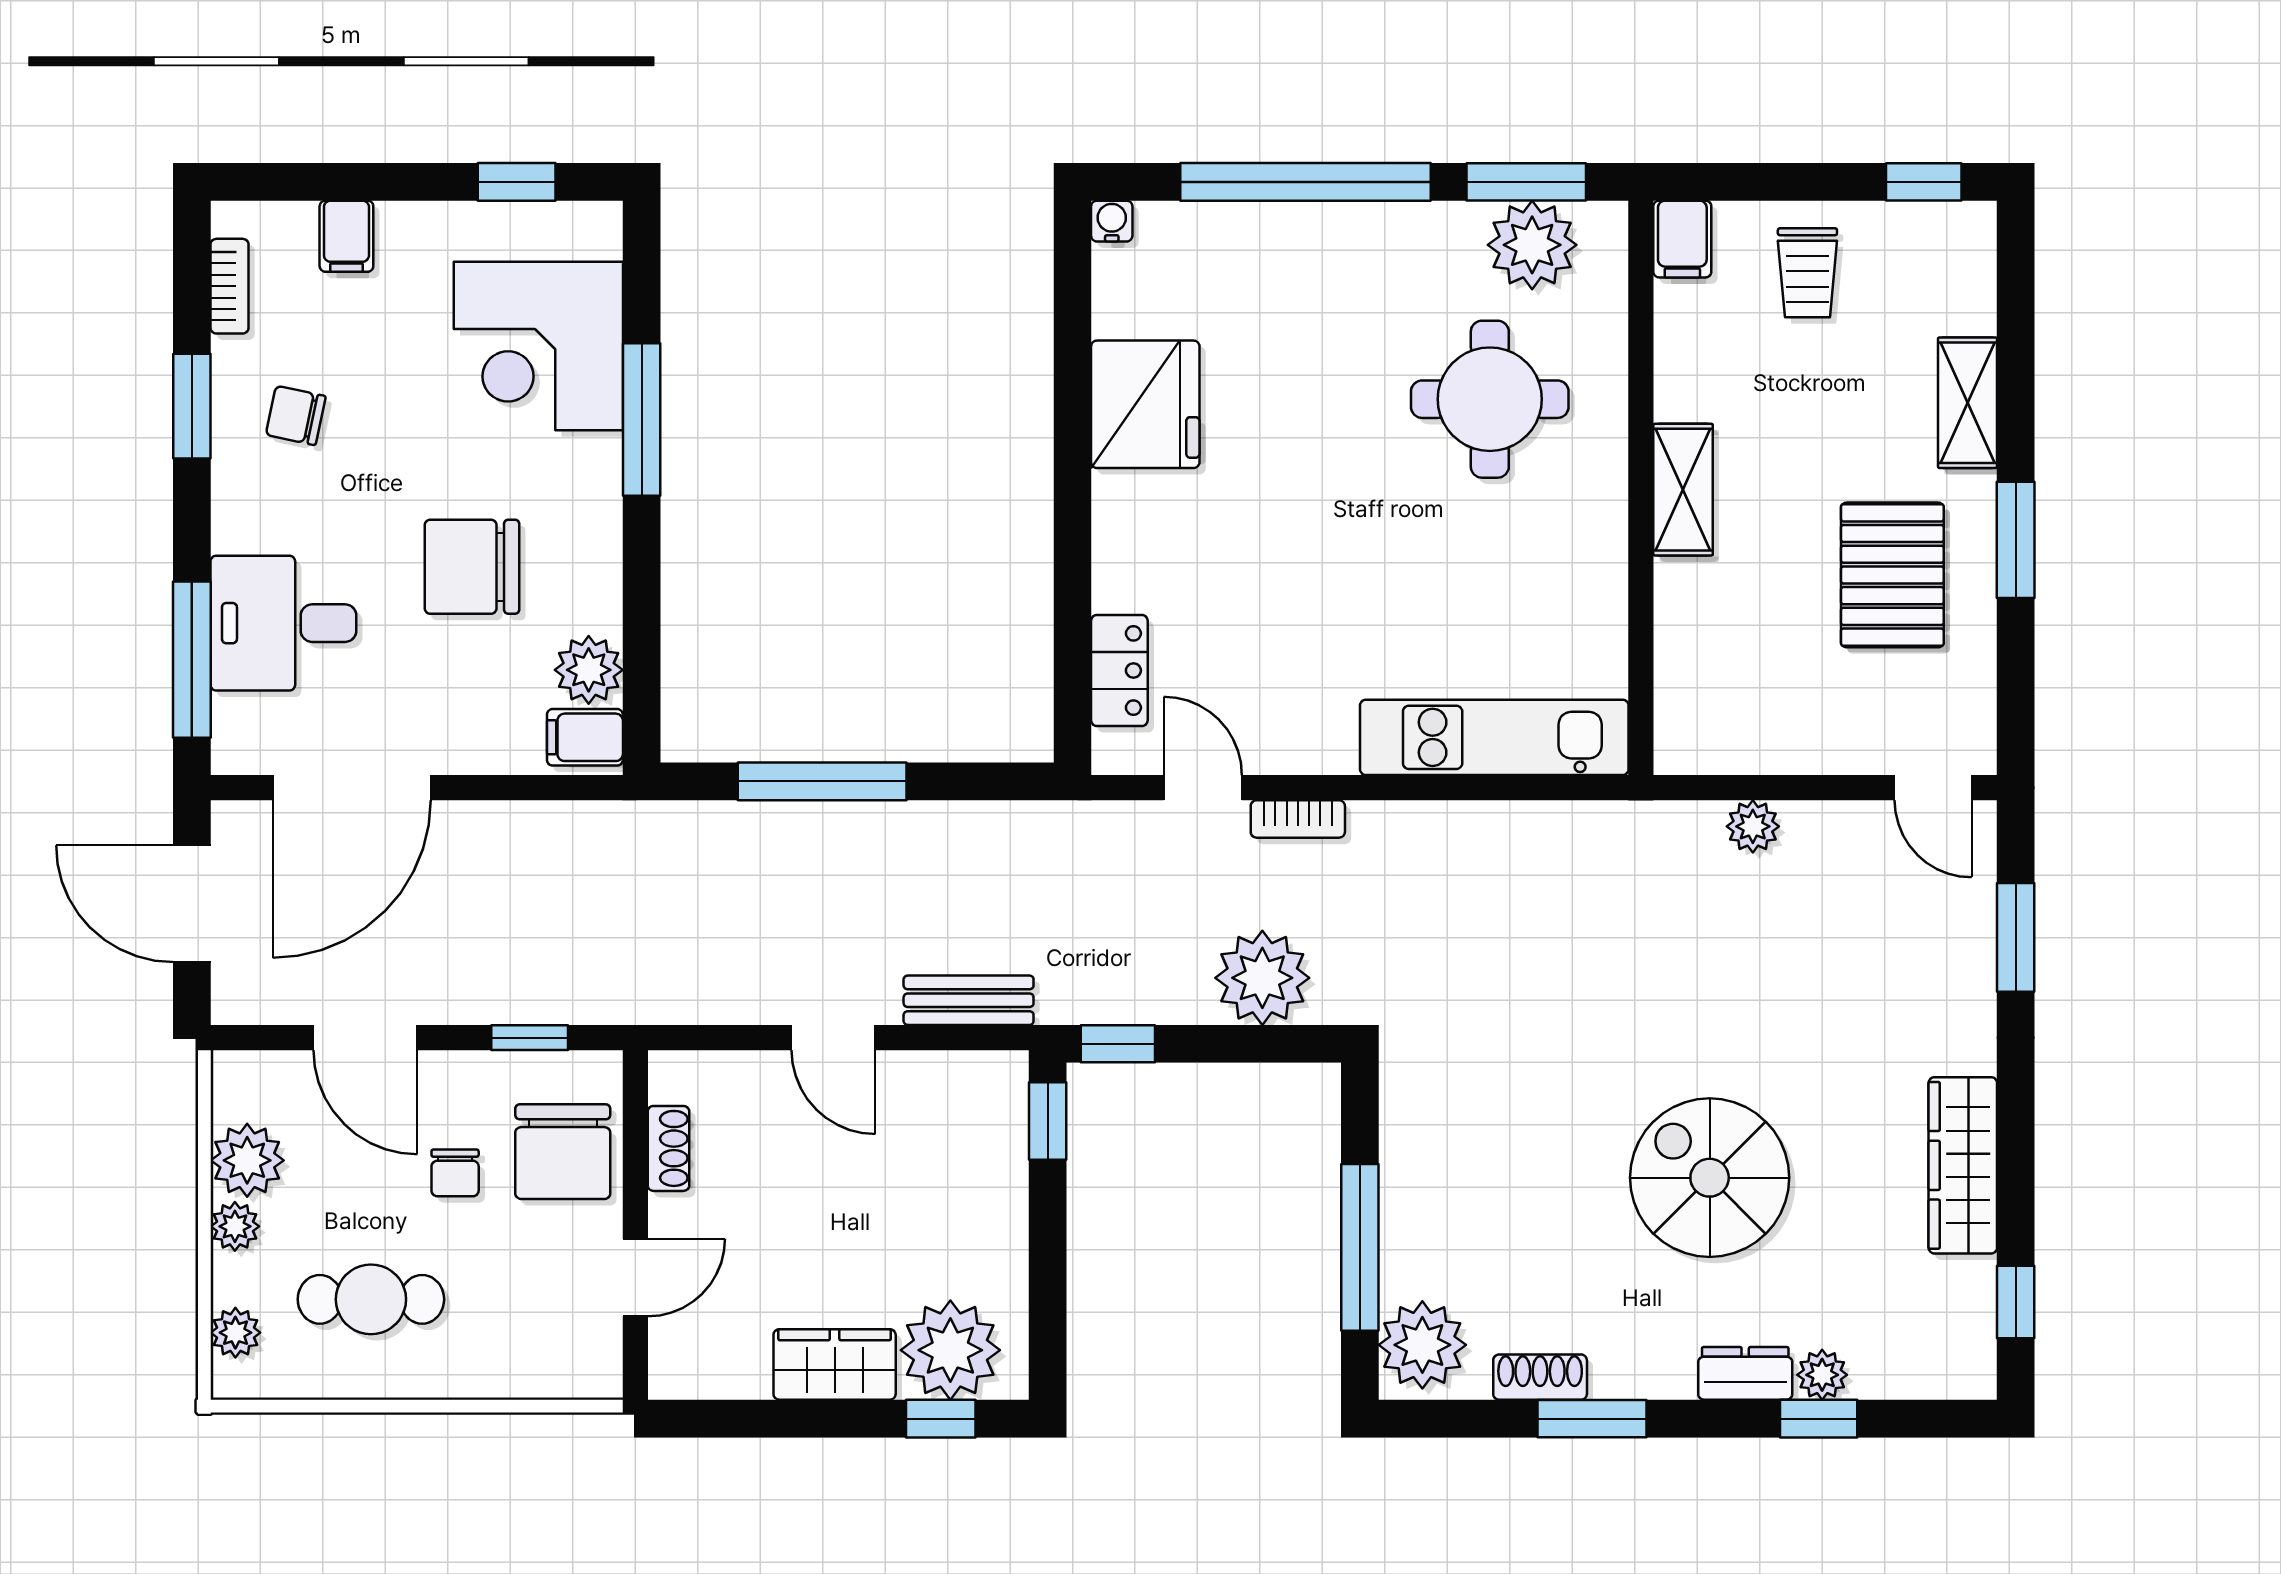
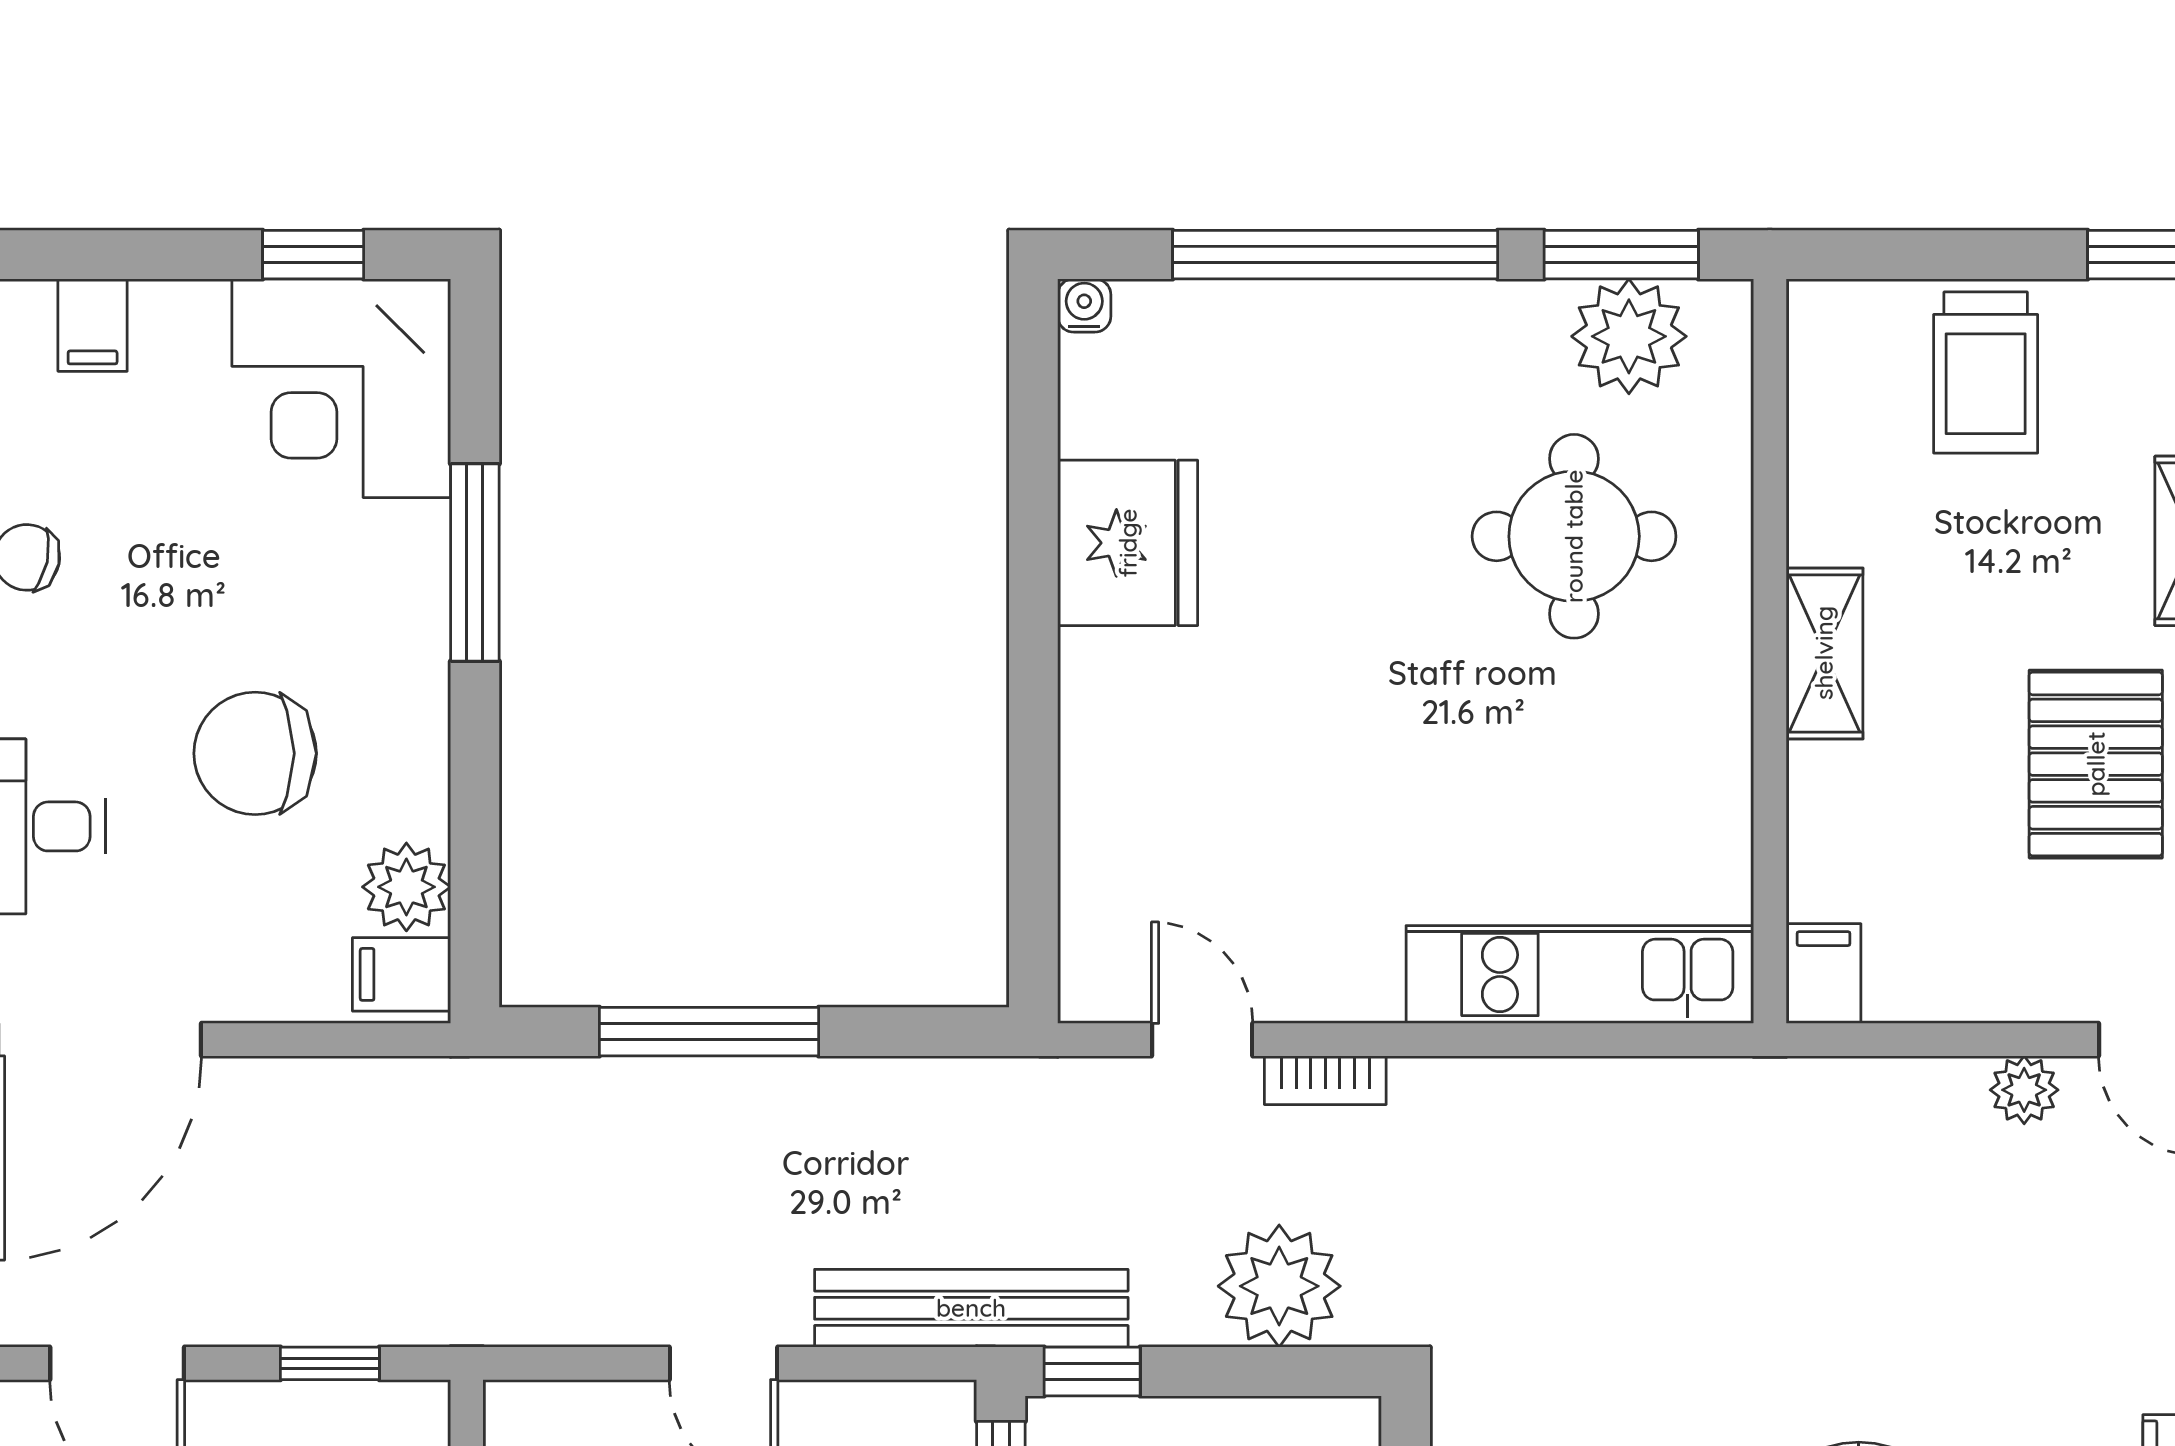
filing cabinet: (1682, 239) -> (1823, 974), moved, turned 180
trolley: (1807, 273) -> (1986, 373), width x1.36, depth x1.39
corner desk: (538, 346) -> (341, 388), moved
locker: (1119, 670) -> (1094, 888), removed
plant: (1753, 826) -> (2024, 1090), moved
bench: (969, 1000) -> (971, 1308), width x1.86, depth x1.21

